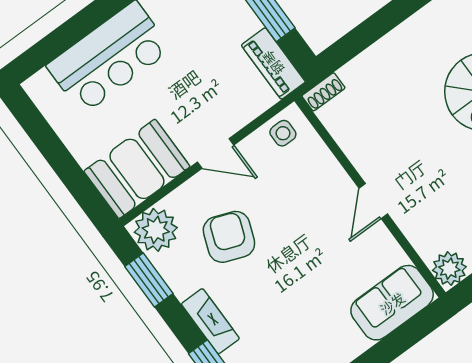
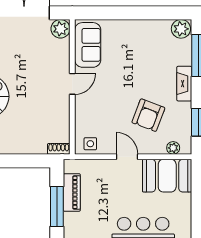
piano: (273, 63) -> (72, 192), moved
plant: (156, 230) -> (173, 148), width x0.53, depth x0.53
sofa: (392, 303) -> (88, 45), moved, turned -90

